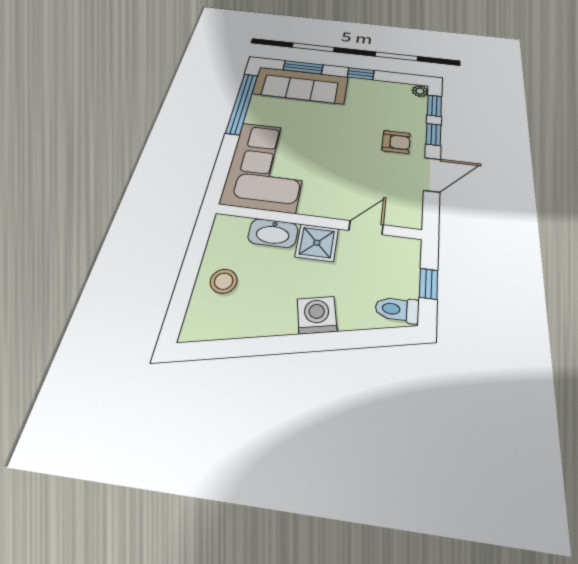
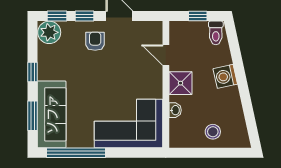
plant: (420, 91) -> (49, 32), width x1.87, depth x1.87
washbasin: (273, 233) -> (175, 110), width x0.52, depth x0.69

